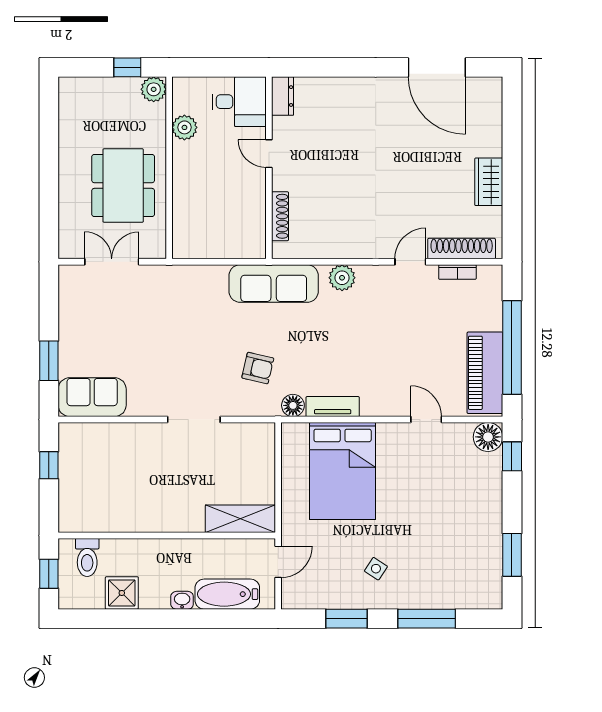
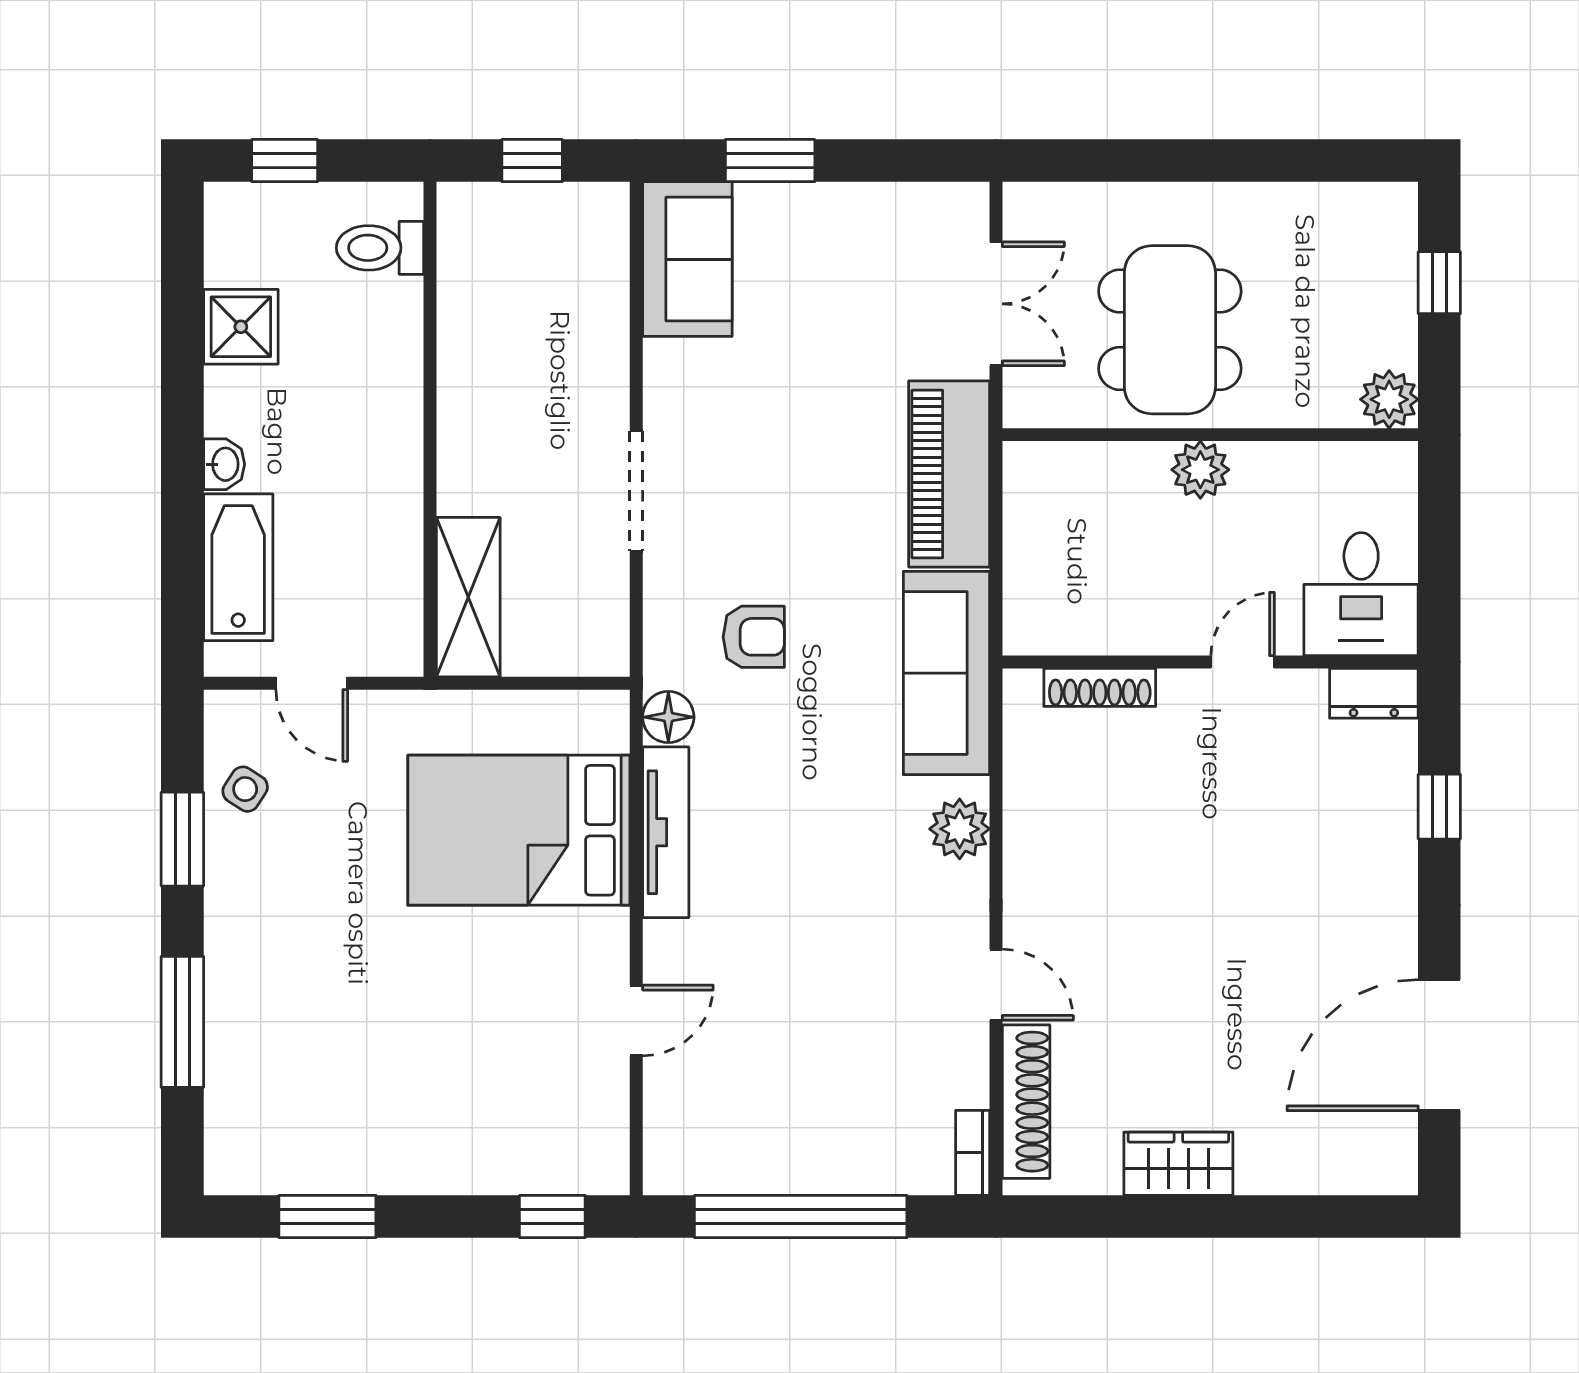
window: (127, 67) -> (1439, 283), moved
window: (332, 67) -> (1439, 807), added
plant: (184, 127) -> (1200, 470), moved
dining table: (123, 186) -> (1170, 330), turned 90
bookcase: (457, 272) -> (973, 1153), moved
armchair: (258, 368) -> (754, 637), turned -103
piano: (485, 373) -> (949, 474), moved, turned -90
tv unit: (333, 407) -> (666, 832), width x1.41
floor lamp: (488, 437) -> (596, 1162), removed
shelving: (240, 519) -> (468, 597), moved
wall: (167, 536) -> (430, 429), moved
toilet: (87, 557) -> (380, 248), moved
side table: (376, 569) -> (245, 789), moved

